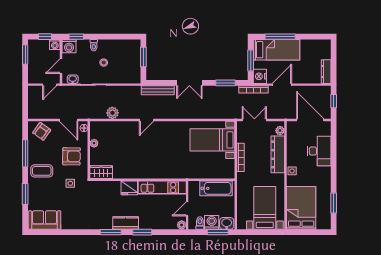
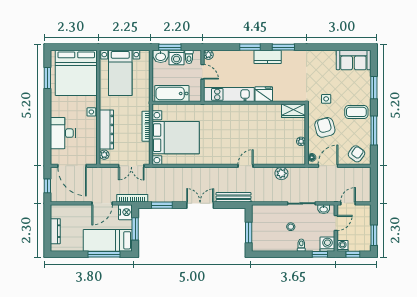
dresser: (326, 72) -> (55, 231), moved
door: (69, 120) -> (328, 166), hinge flipped
bed with nightstands: (212, 140) -> (176, 138), width x1.36
armchair: (71, 156) -> (325, 127), turned 74
bed: (301, 208) -> (76, 73), width x1.36
door: (187, 209) -> (202, 72), hinge flipped

